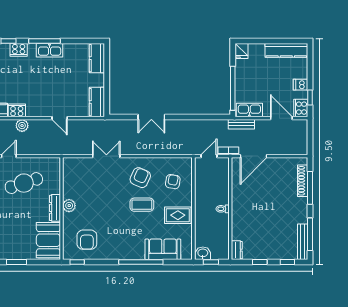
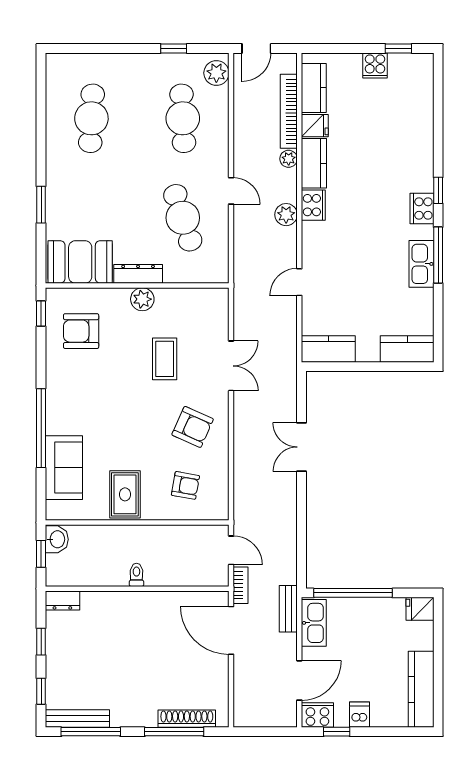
coffee table: (142, 205) -> (165, 359), moved

